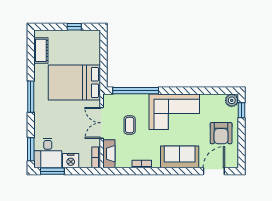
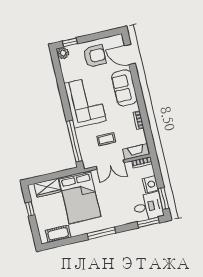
wardrobe: (93, 51) -> (47, 188), added

